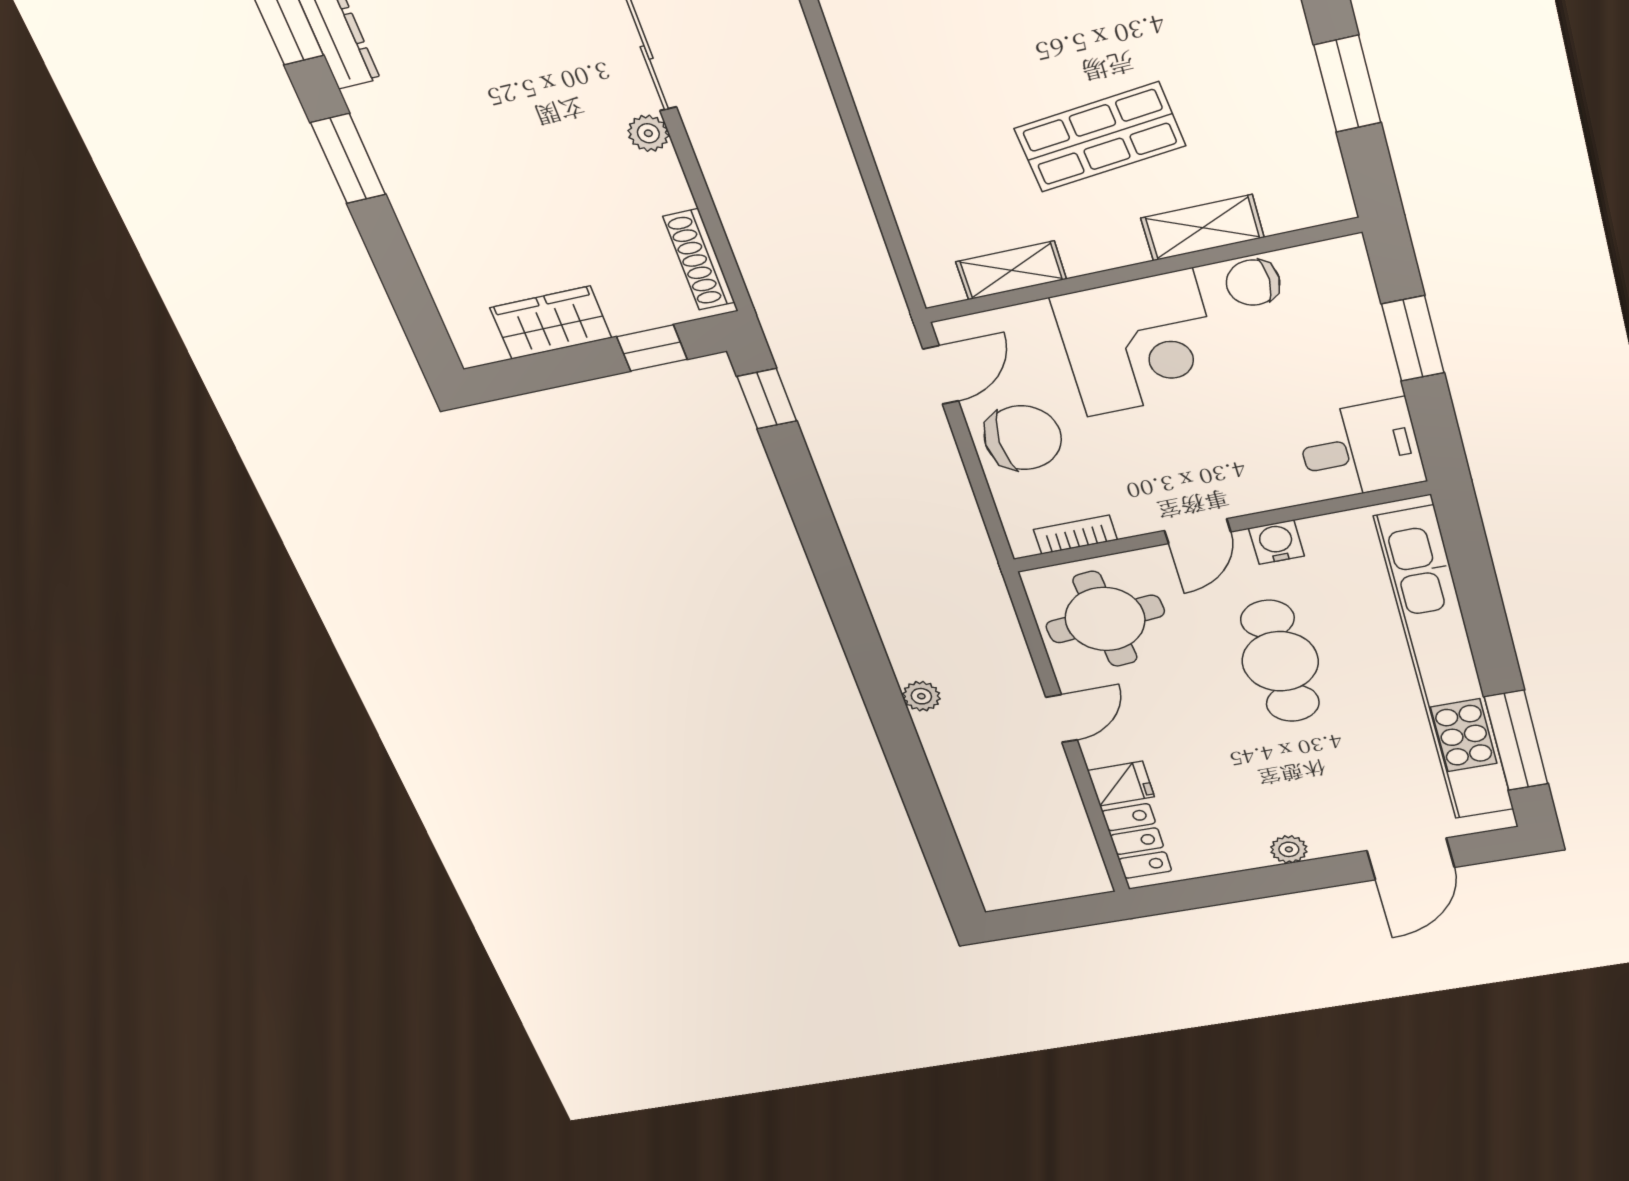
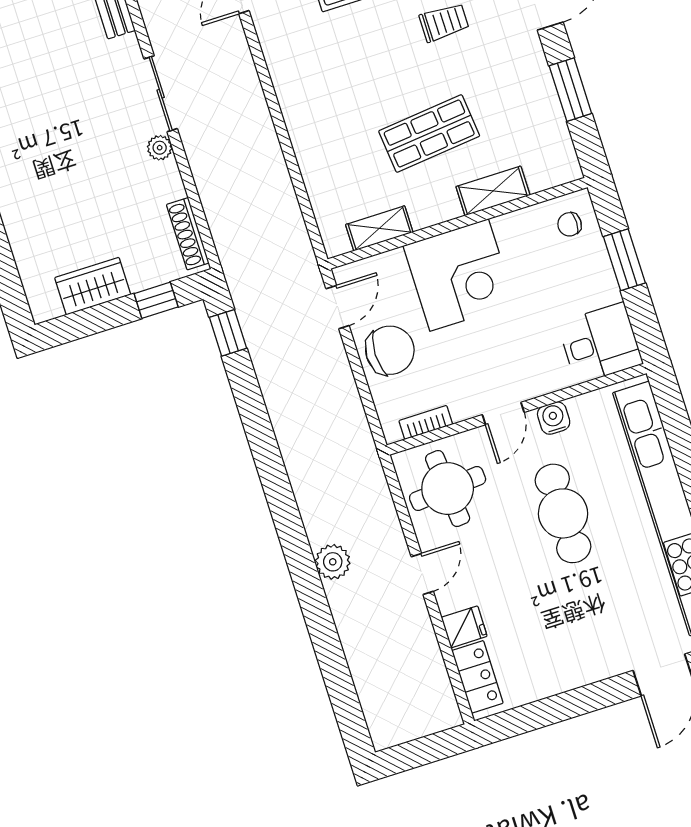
chair: (1253, 283) -> (570, 224), moved, width x0.73, depth x0.73
plant: (921, 696) -> (333, 562), width x1.38, depth x1.38
plant: (1289, 849) -> (581, 674), removed

